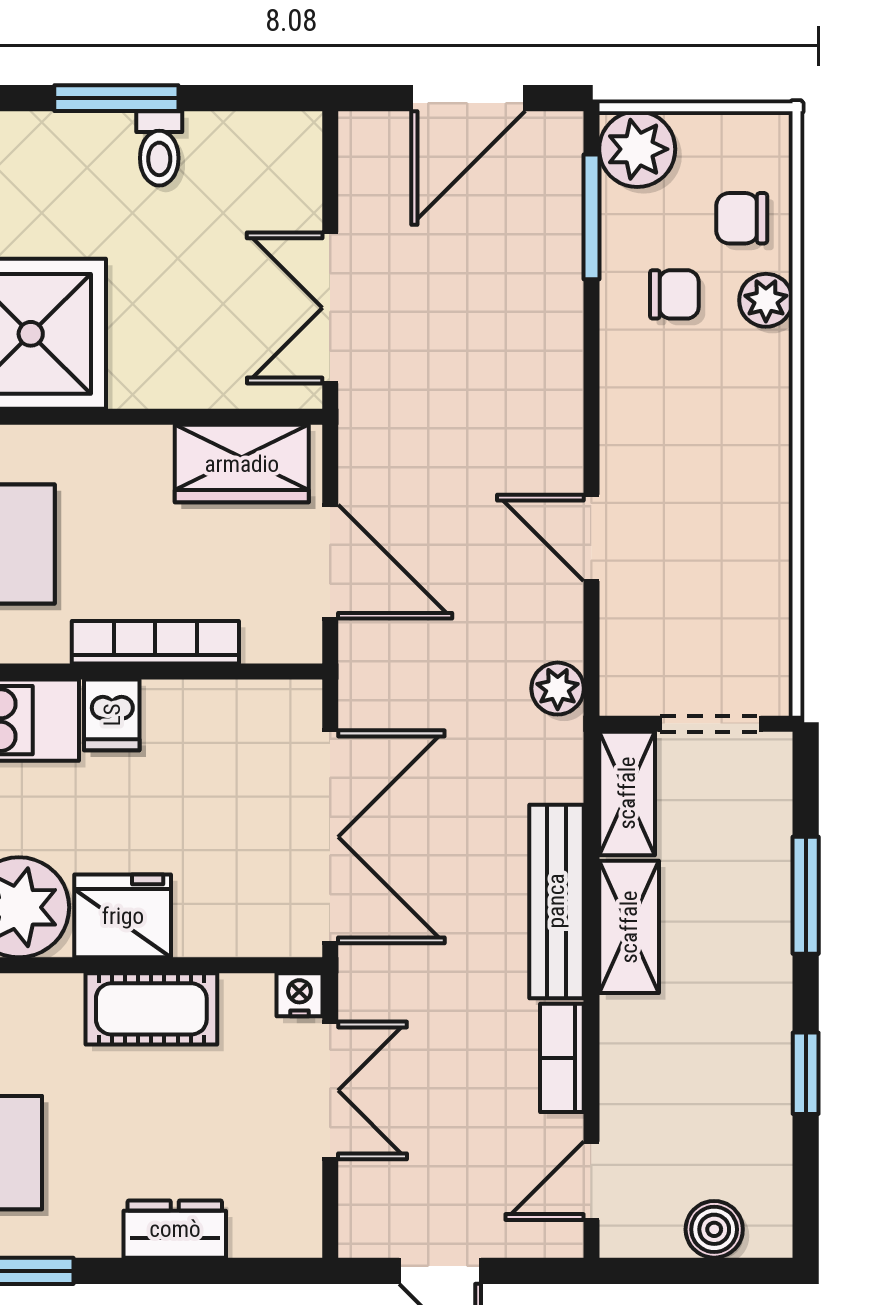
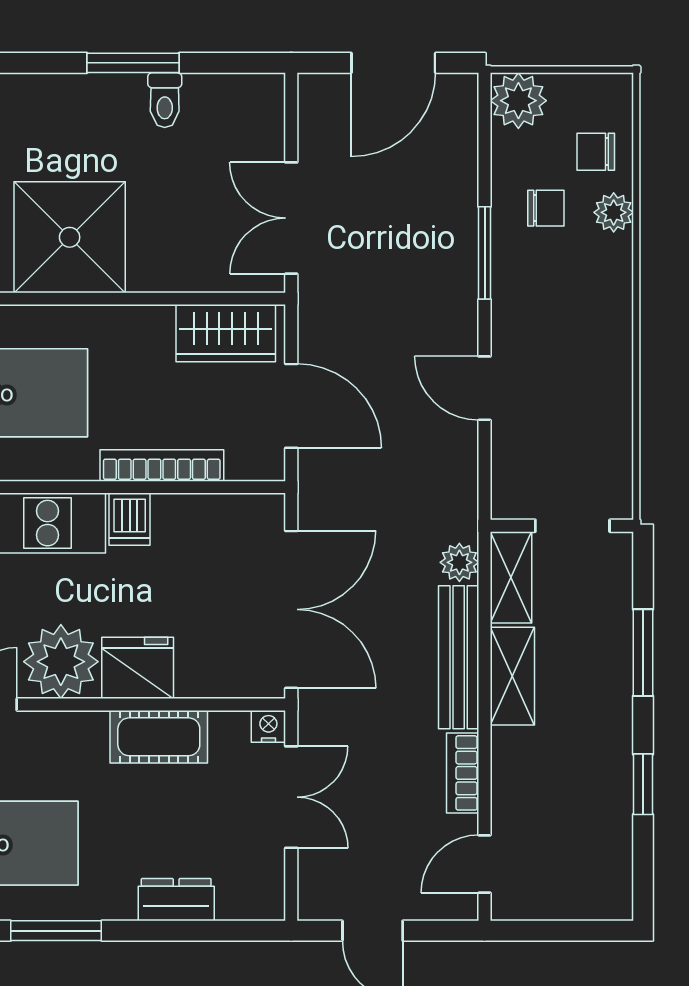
window: (591, 217) -> (485, 253), moved
plant: (558, 689) -> (459, 562), moved
boiler: (714, 1229) -> (575, 900), removed

